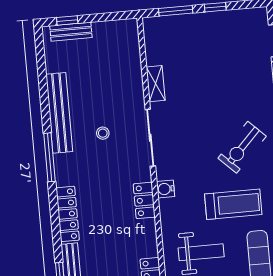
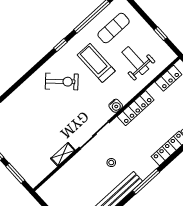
locker: (144, 200) -> (136, 108), width x1.53

